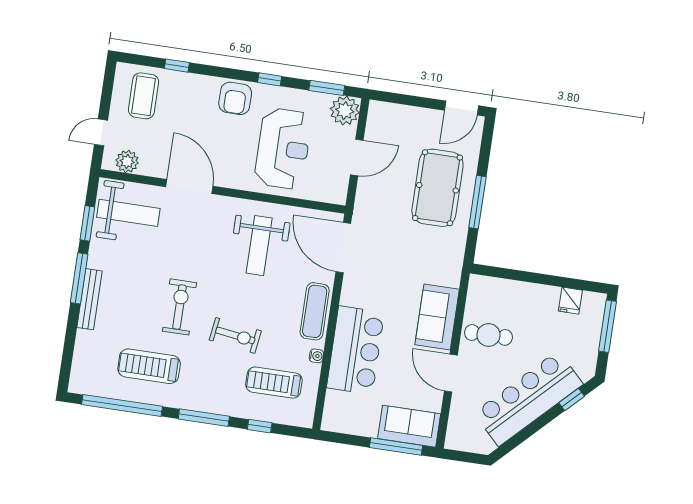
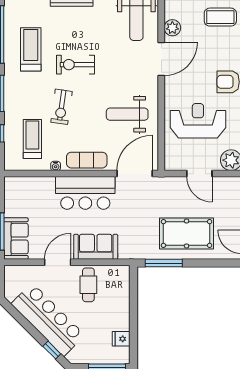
reception desk: (283, 149) -> (198, 121), turned 180
plant: (127, 161) -> (172, 28), moved
window: (477, 202) -> (164, 263), moved
exercise bike: (179, 307) -> (76, 65), turned 180
bar counter: (356, 350) -> (85, 193), moved

